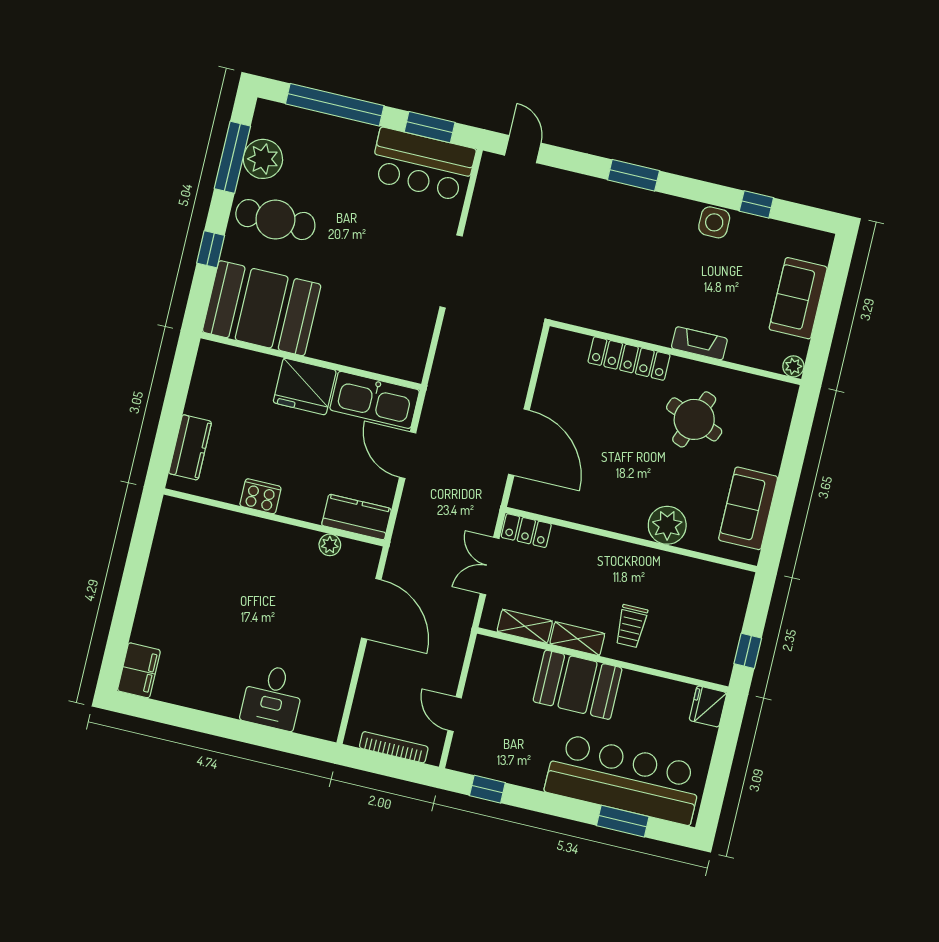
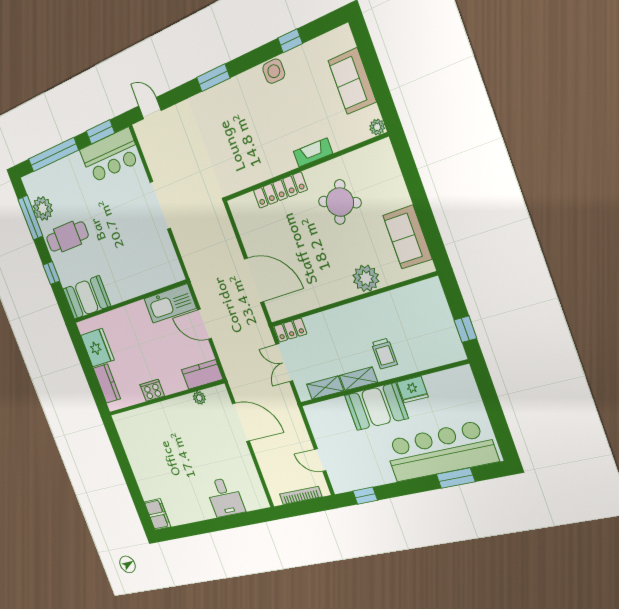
booth: (262, 308) -> (87, 297), width x0.73, depth x0.70
fridge: (305, 386) -> (97, 348), moved, turned -90
fridge: (708, 706) -> (413, 390), moved, turned -90

